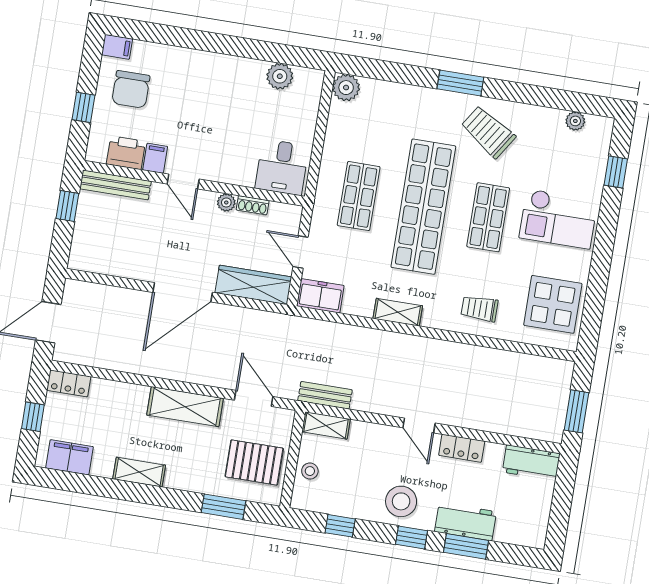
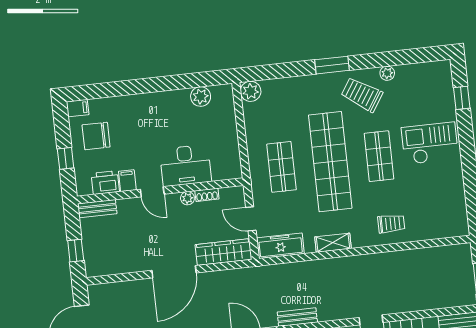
chair: (131, 89) -> (96, 136), turned 90
plant: (575, 121) -> (387, 73), moved
desk: (282, 167) -> (185, 165), moved, width x1.37
bench: (115, 185) -> (97, 209), width x0.73
window: (67, 206) -> (76, 251), moved
checkout: (558, 219) -> (430, 143), turned 180
freezer: (320, 296) -> (281, 246), width x1.40
display table: (553, 304) -> (443, 206), removed
trolley: (479, 309) -> (391, 224), turned 180

